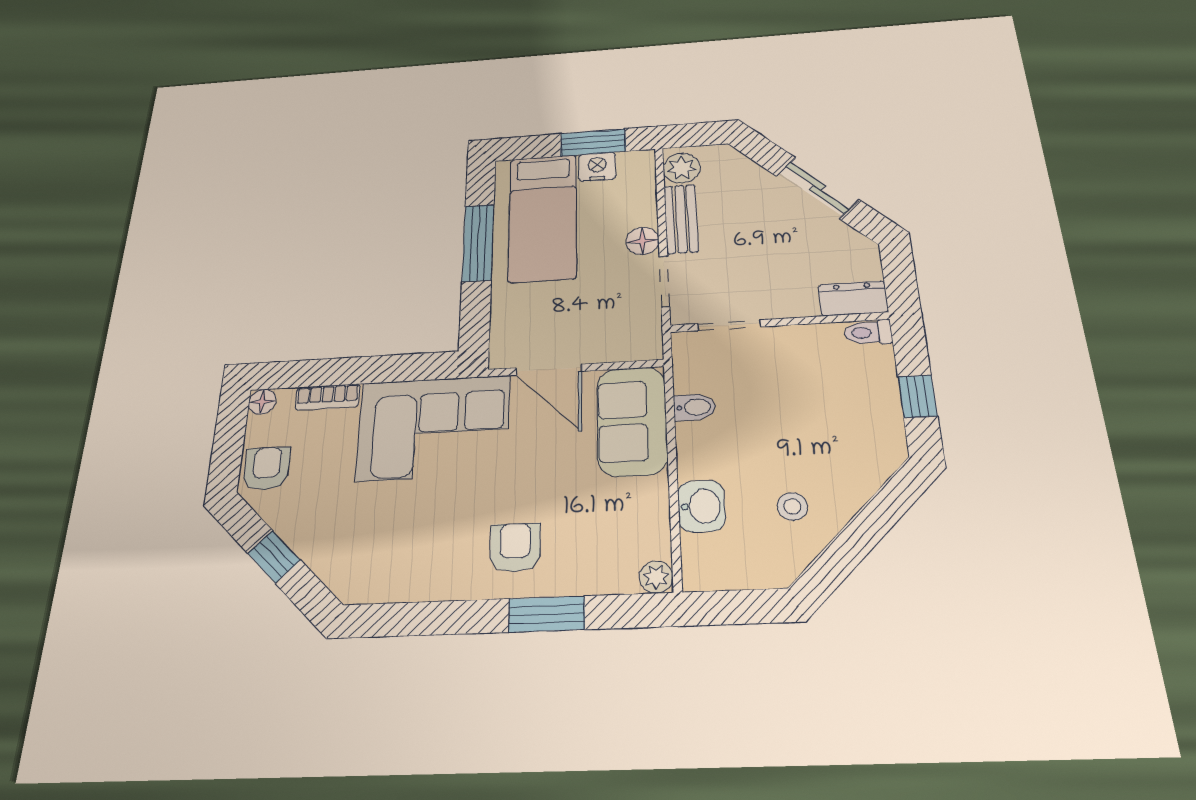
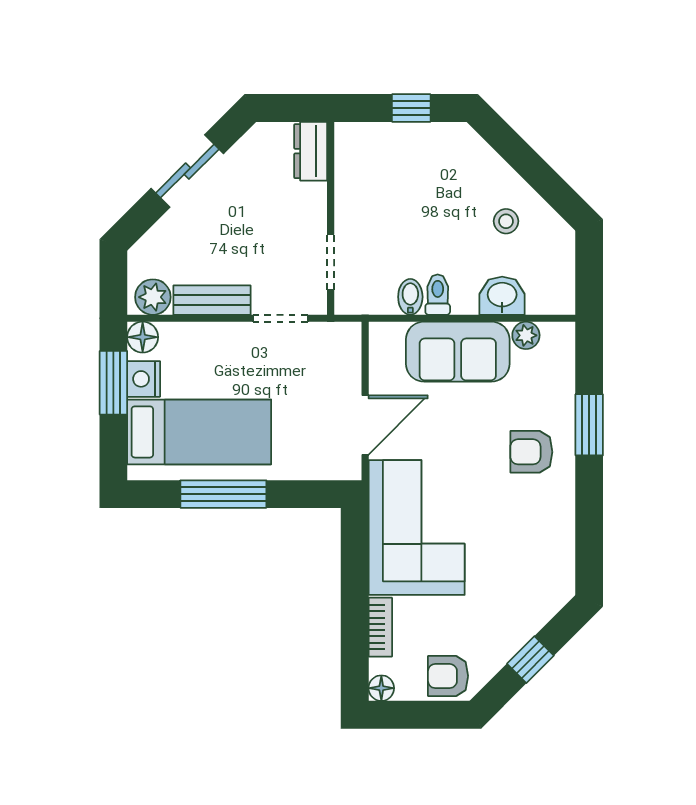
floor lamp: (642, 241) -> (143, 337), moved
toilet: (868, 333) -> (438, 295), moved, turned 180
sofa: (632, 421) -> (458, 352), moved
plant: (656, 577) -> (526, 335), moved

